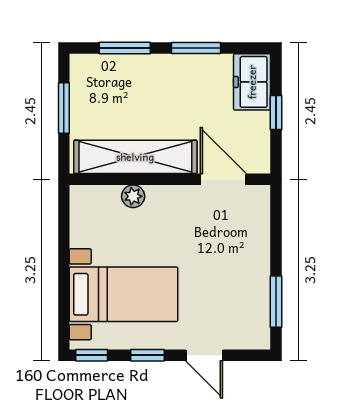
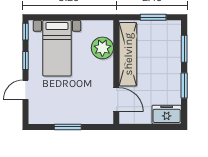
window: (276, 112) -> (151, 127), removed
door: (223, 179) -> (116, 100), hinge flipped
plant: (133, 196) -> (102, 48), width x1.87, depth x1.87
window: (276, 302) -> (68, 127), moved

